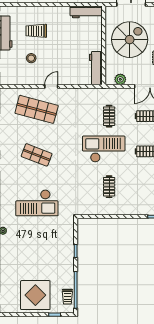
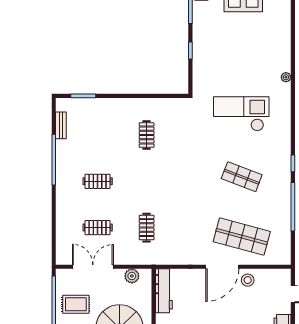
stool: (31, 58) -> (248, 280), moved
door: (51, 86) -> (222, 267), width x1.87
checkout: (104, 149) -> (154, 184), removed

